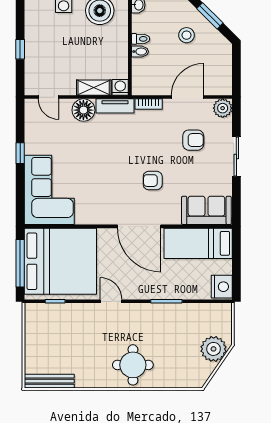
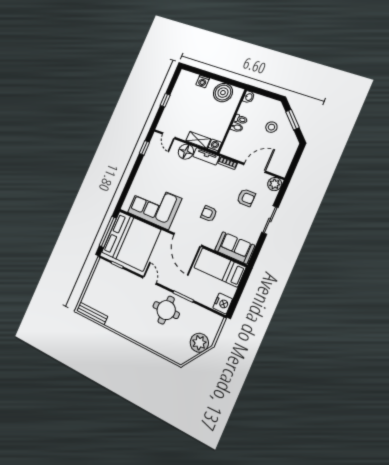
window: (20, 153) -> (144, 148), moved
corner sofa: (49, 190) -> (155, 205), moved, turned -90
round table: (133, 365) -> (166, 310), moved

